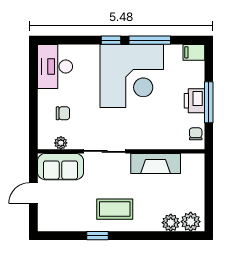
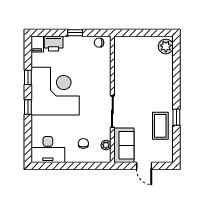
window: (150, 40) -> (28, 77), width x0.46
printer: (194, 101) -> (54, 44), moved
window: (209, 102) -> (75, 33), width x0.46
fireplace: (156, 164) -> (122, 73), removed
coffee table: (115, 209) -> (160, 126), moved
plant: (171, 223) -> (167, 62), removed

